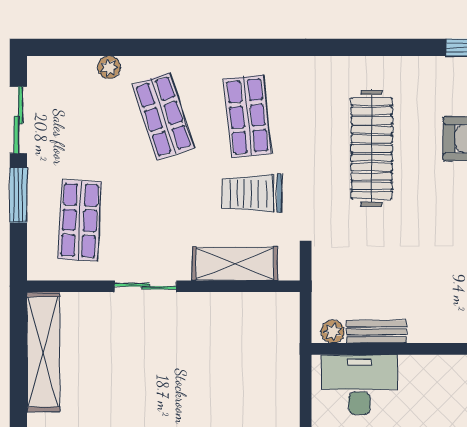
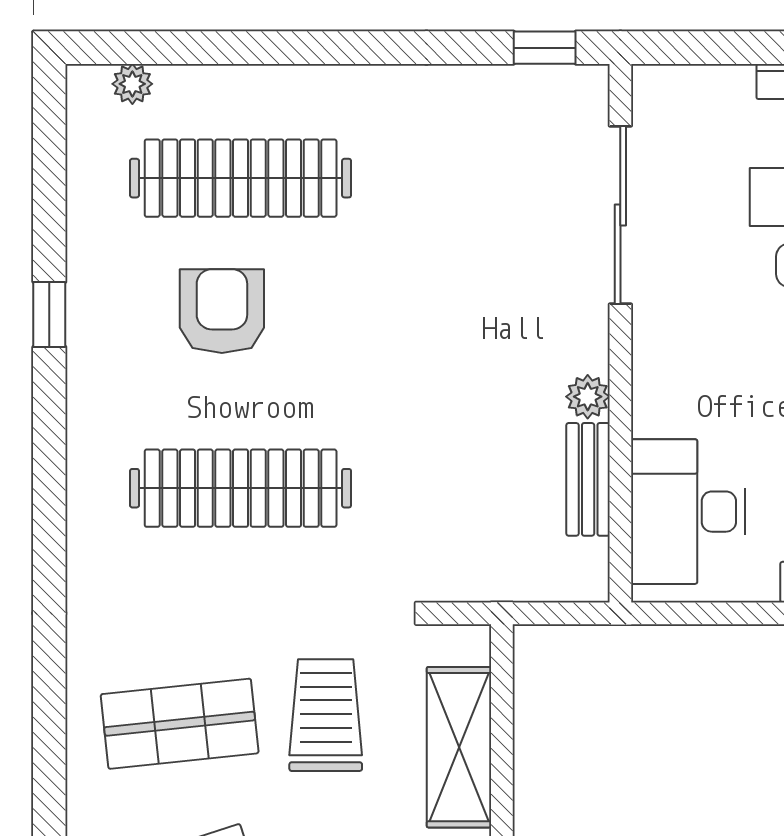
trolley: (252, 193) -> (326, 715), turned 180
plant: (333, 332) -> (588, 397), moved

